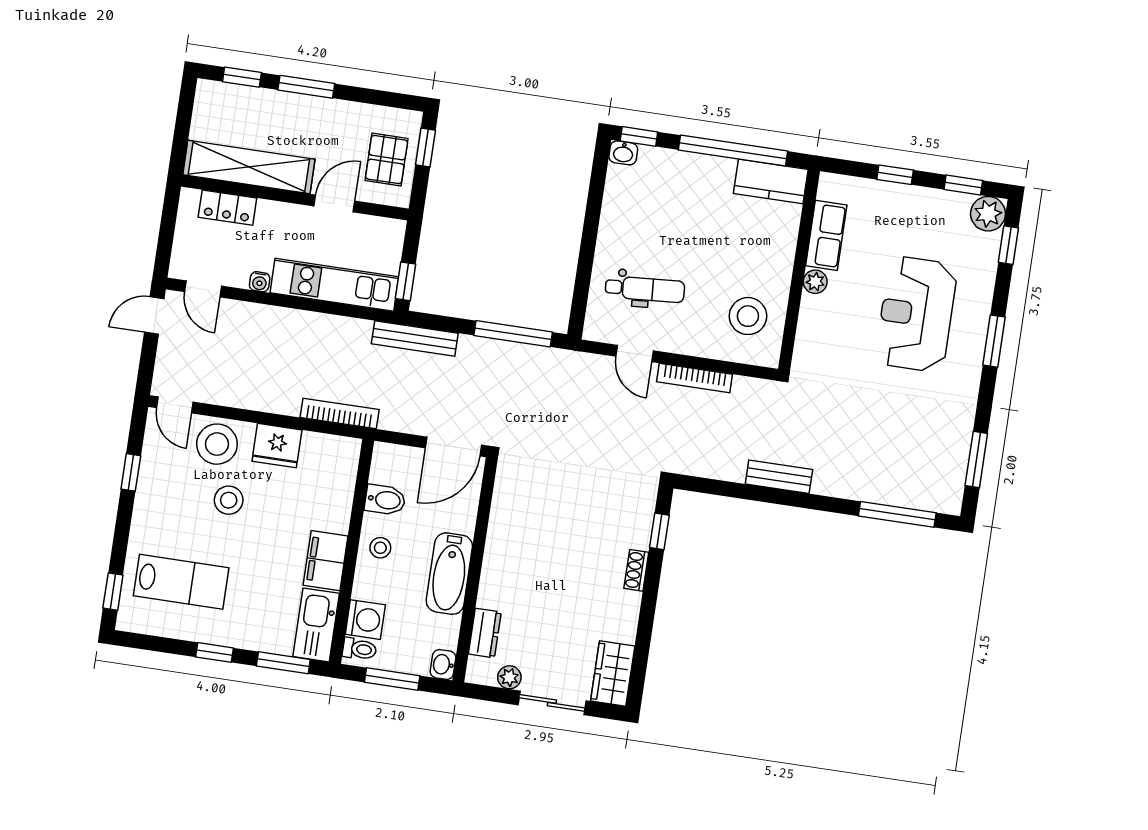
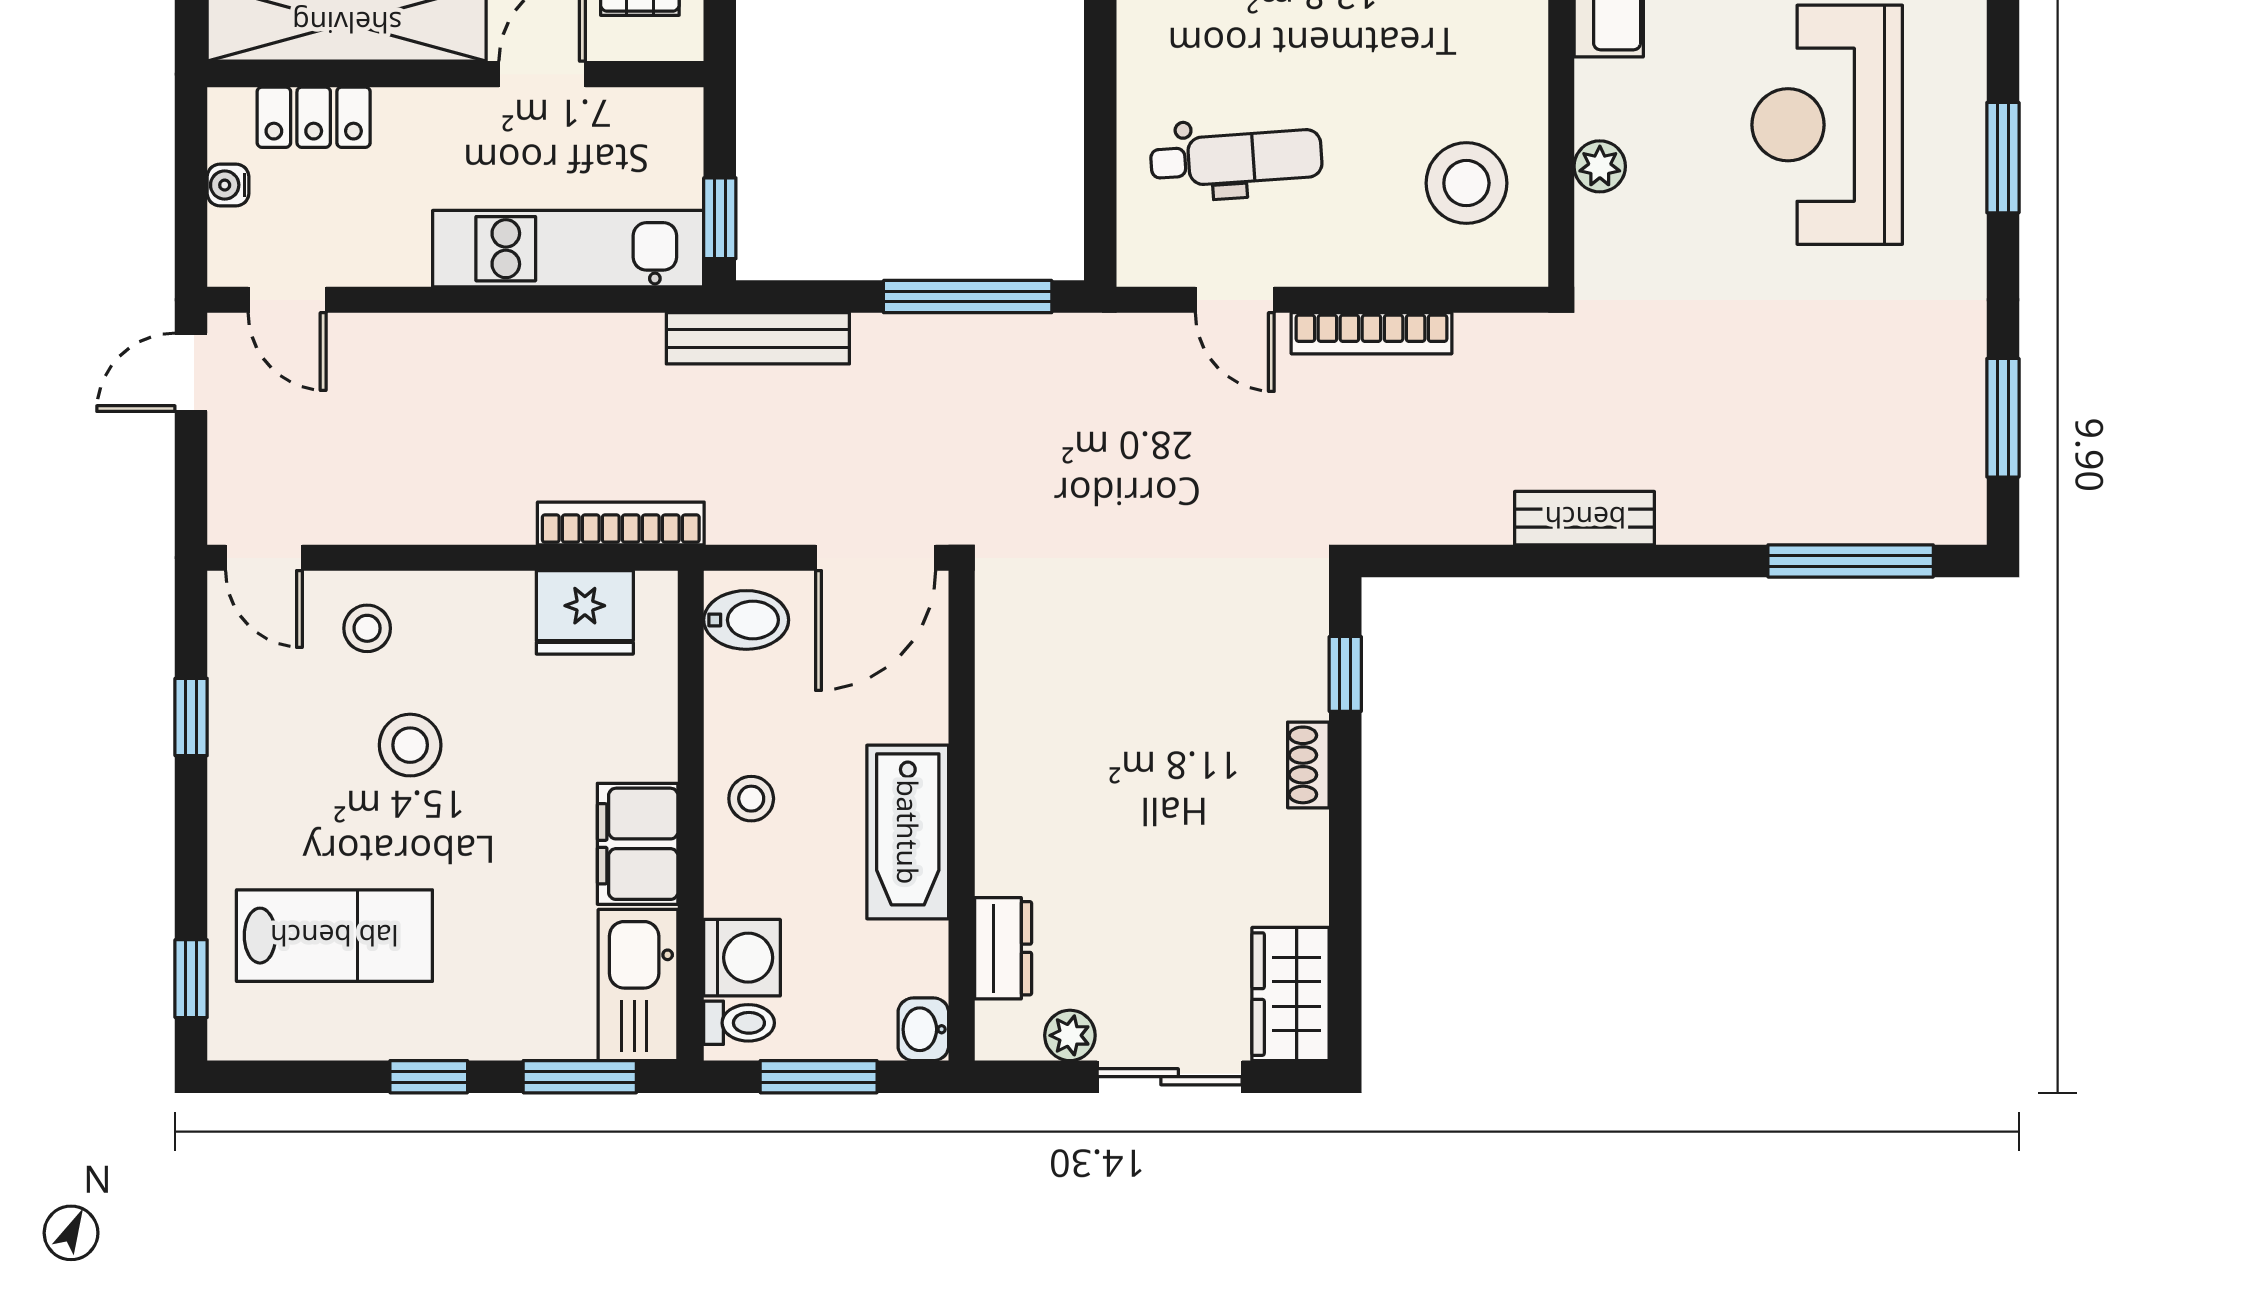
water cooler: (260, 282) -> (228, 185), moved, turned 90
plant: (815, 282) -> (1600, 166), moved
stool: (217, 444) -> (367, 628), width x0.53, depth x0.53
fridge: (277, 446) -> (585, 612), moved
bidet: (385, 500) -> (746, 620), moved

